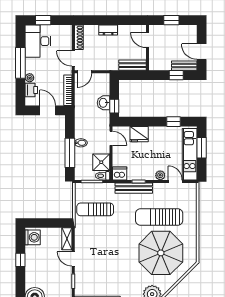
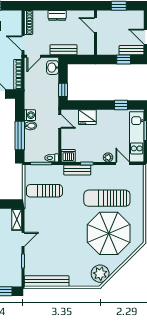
bench: (132, 65) -> (63, 50), moved
washbasin: (104, 103) -> (53, 68), moved
washing machine: (80, 132) -> (30, 115), added
shower: (101, 162) -> (50, 145), removed
bench: (134, 188) -> (77, 170), width x0.73
door: (73, 259) -> (23, 239), swing flipped

